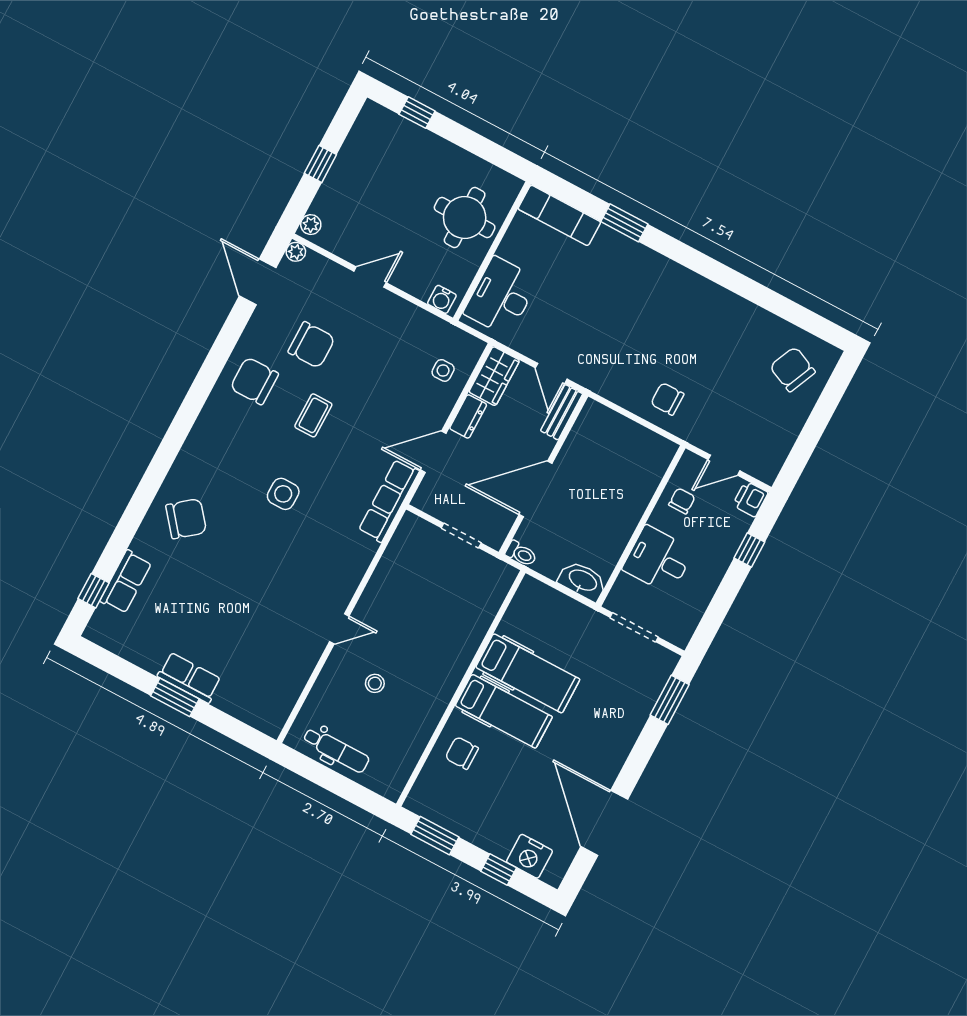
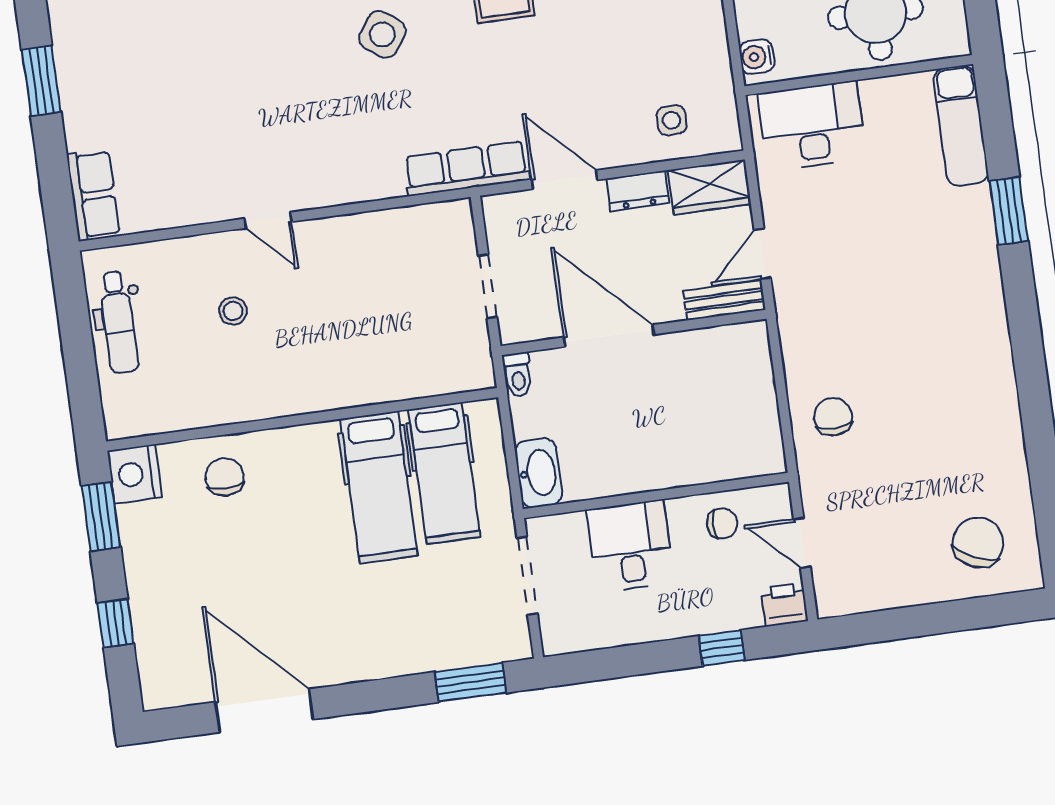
side table: (283, 494) -> (382, 34), turned 36
row of seats: (189, 678) -> (93, 195), moved
hospital bed: (504, 711) -> (444, 473), moved
door: (604, 823) -> (264, 711), hinge flipped
nightstand: (529, 856) -> (135, 474), moved

